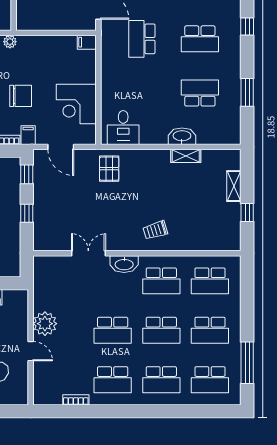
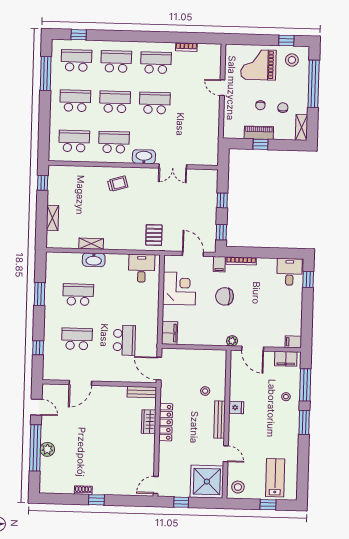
filing cabinet: (87, 42) -> (170, 333), width x2.00
school desk: (200, 93) -> (78, 295), turned 180
window: (247, 212) -> (43, 183), moved
plant: (45, 324) -> (210, 110), removed
window: (208, 411) -> (79, 35), added

